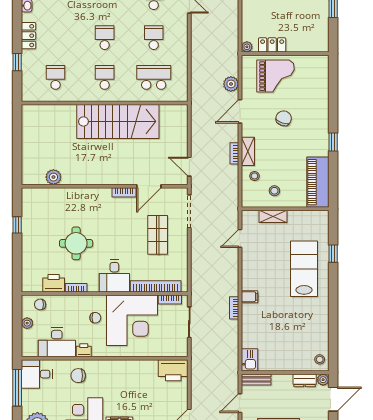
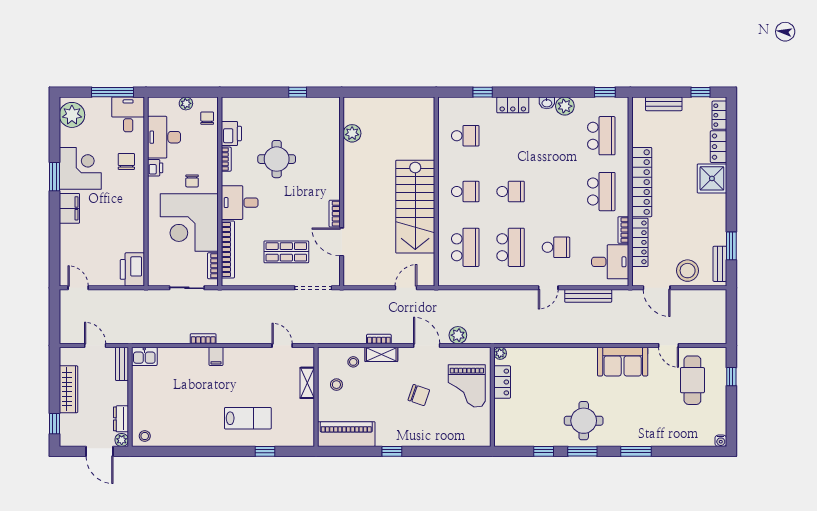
school desk: (154, 38) -> (511, 247), width x1.85
door: (189, 167) -> (406, 288), moved
lab bench: (304, 269) -> (248, 418), width x0.73, depth x0.72

